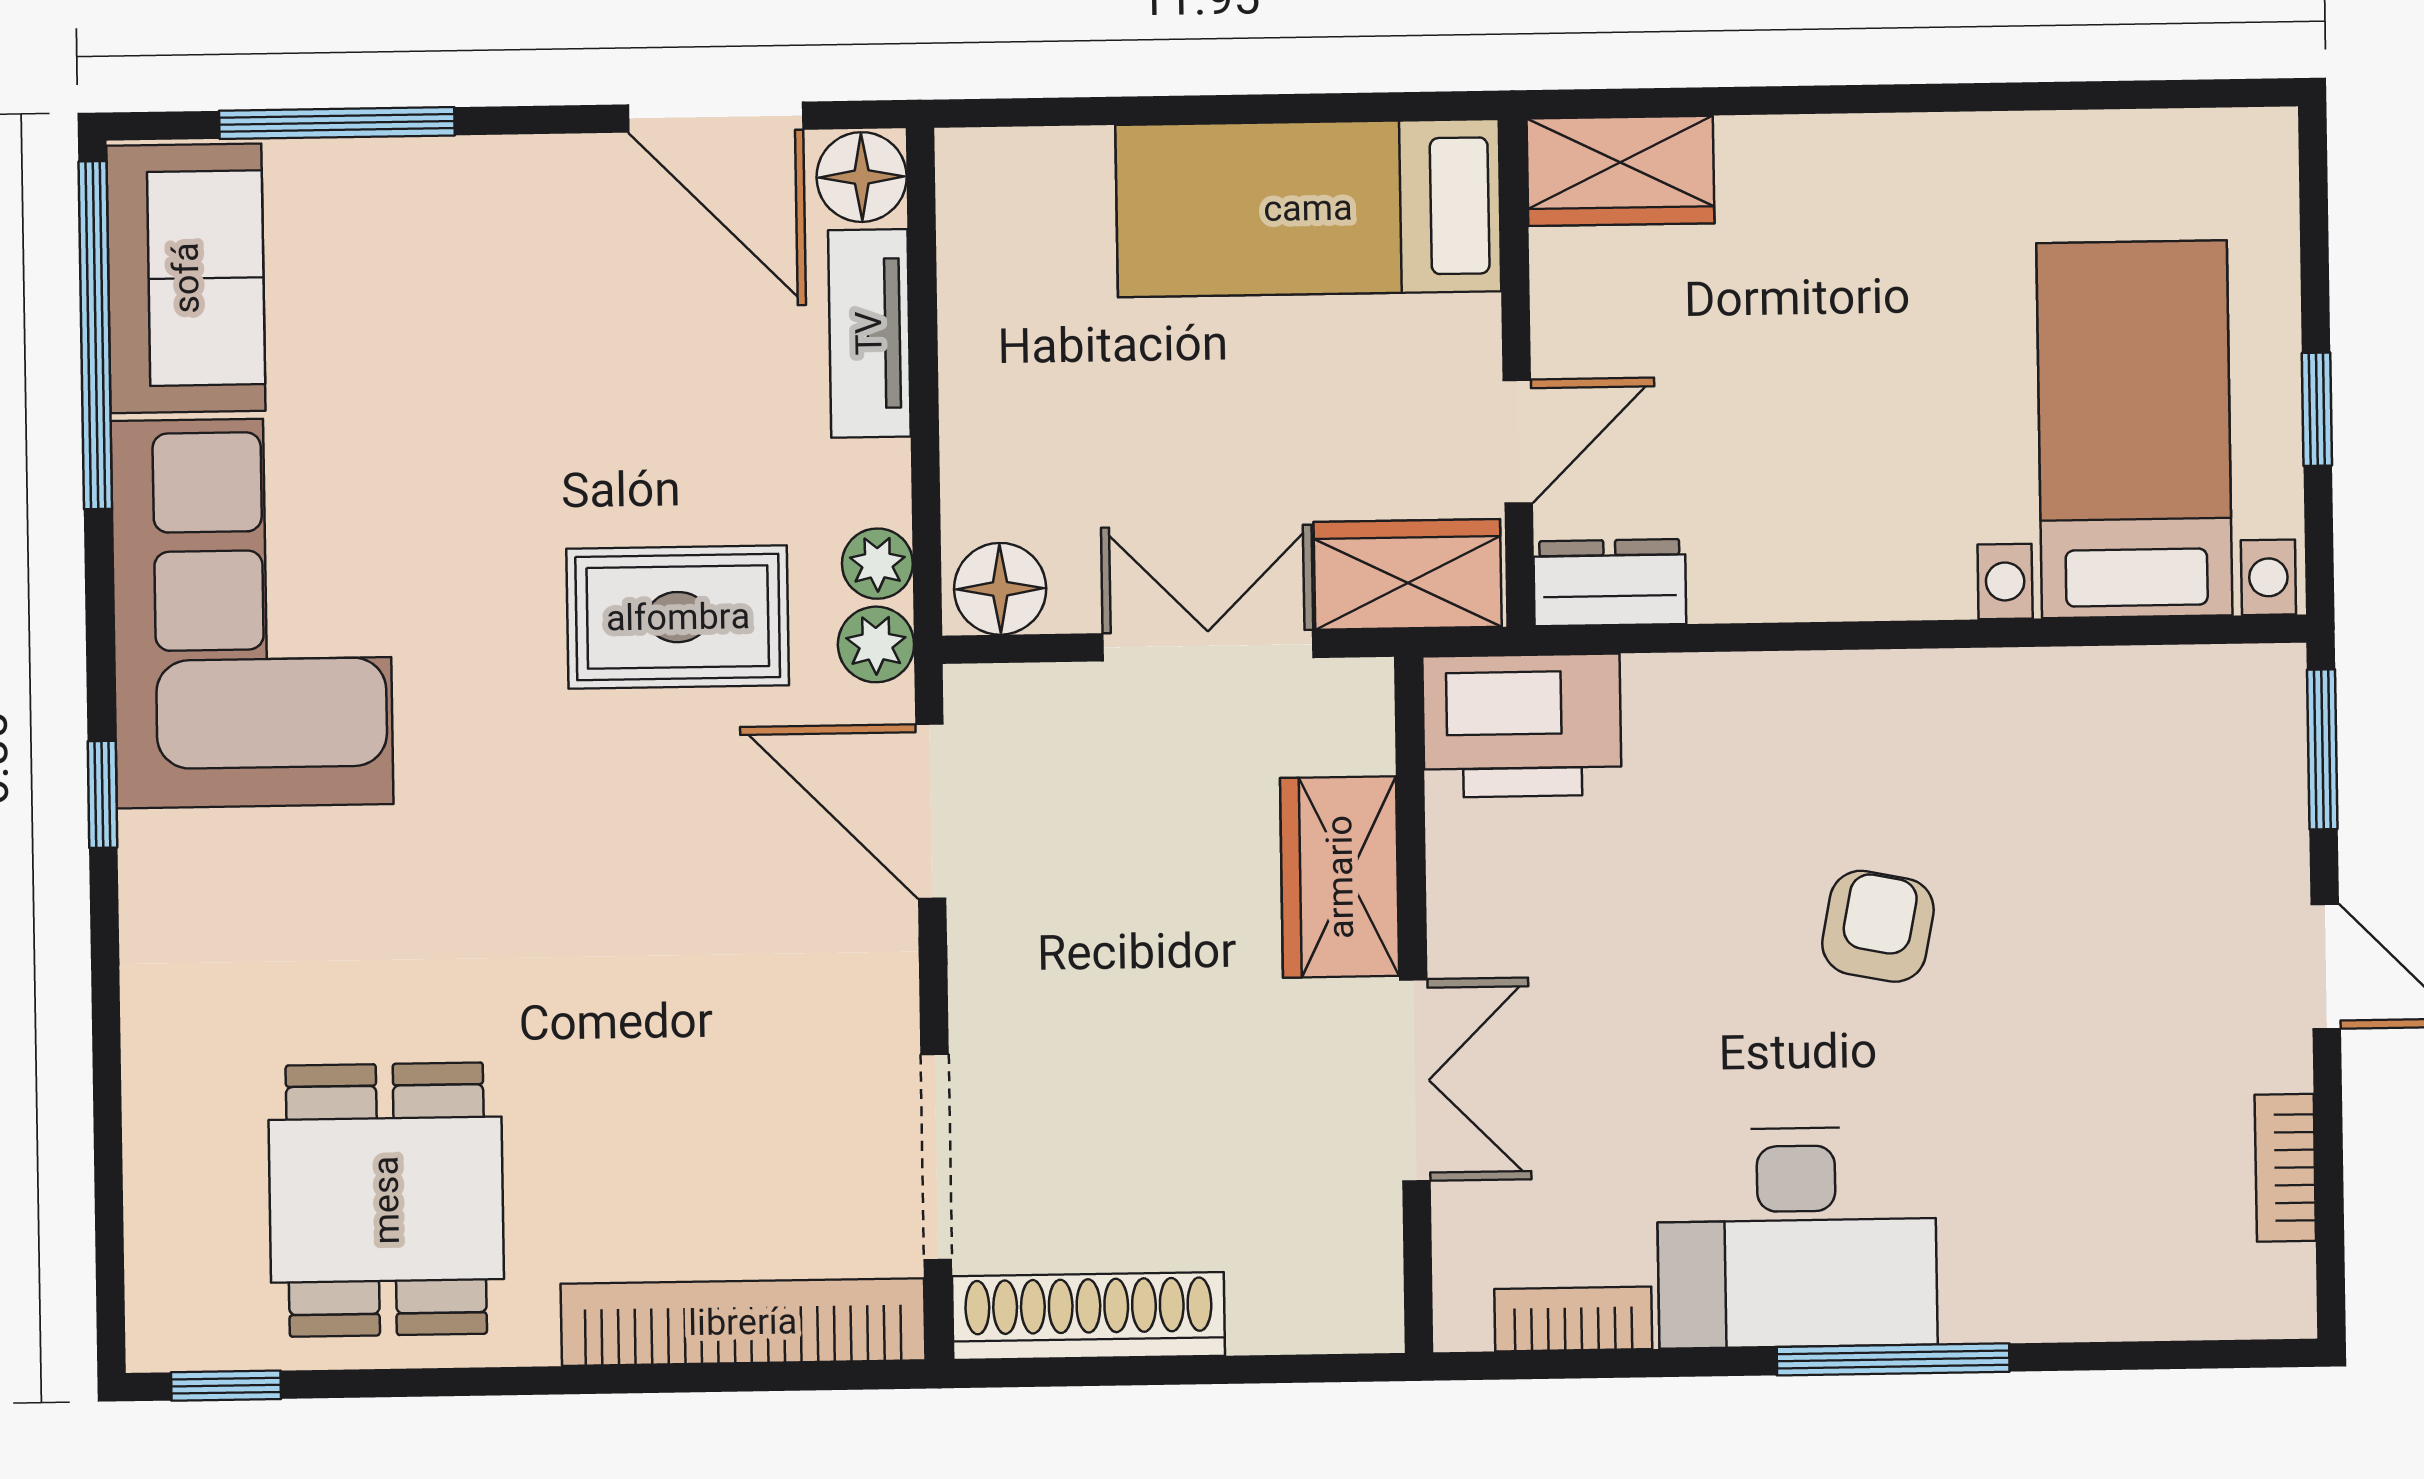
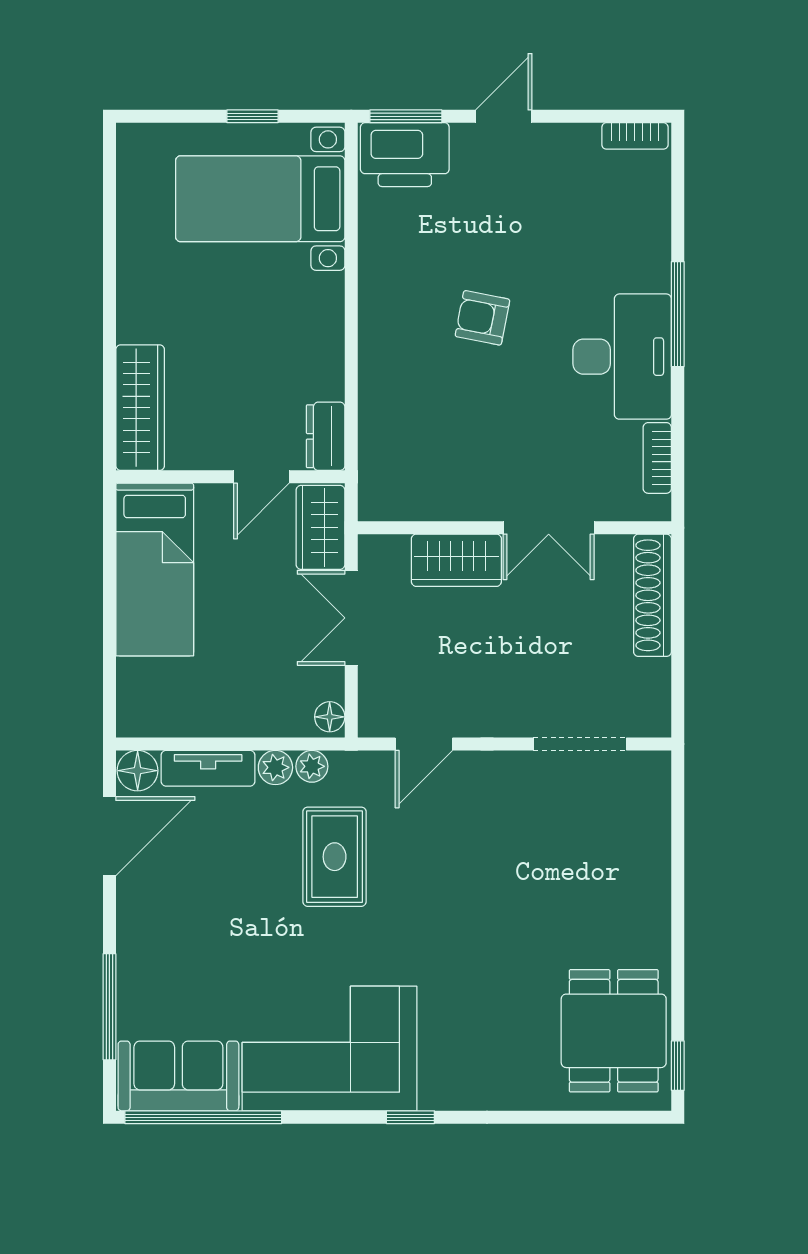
wardrobe: (1620, 171) -> (140, 408), width x1.50
door: (1518, 442) -> (261, 477), swing flipped
floor lamp: (1000, 589) -> (330, 717), width x0.73, depth x0.73
plant: (876, 644) -> (275, 767), moved
printer: (1522, 726) -> (405, 155), moved, turned 90
door: (931, 811) -> (424, 744), width x0.73
double door: (1415, 1080) -> (549, 528), swing flipped
bookcase: (2285, 1168) -> (635, 136), moved
dining table: (386, 1200) -> (614, 1031), moved, turned 90
shoe rack: (1089, 1316) -> (652, 595), moved
bookcase: (743, 1322) -> (653, 832), removed

